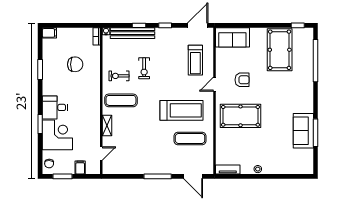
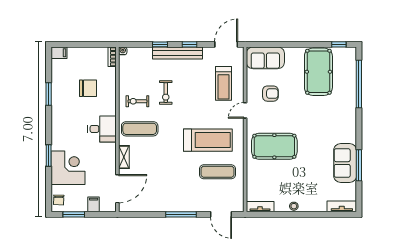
bench: (132, 33) -> (177, 53), moved
armchair: (242, 80) -> (270, 94), moved
desk: (55, 107) -> (102, 129), moved, turned 180
door: (101, 154) -> (117, 189), width x1.88
tv unit: (300, 169) -> (342, 206), added

